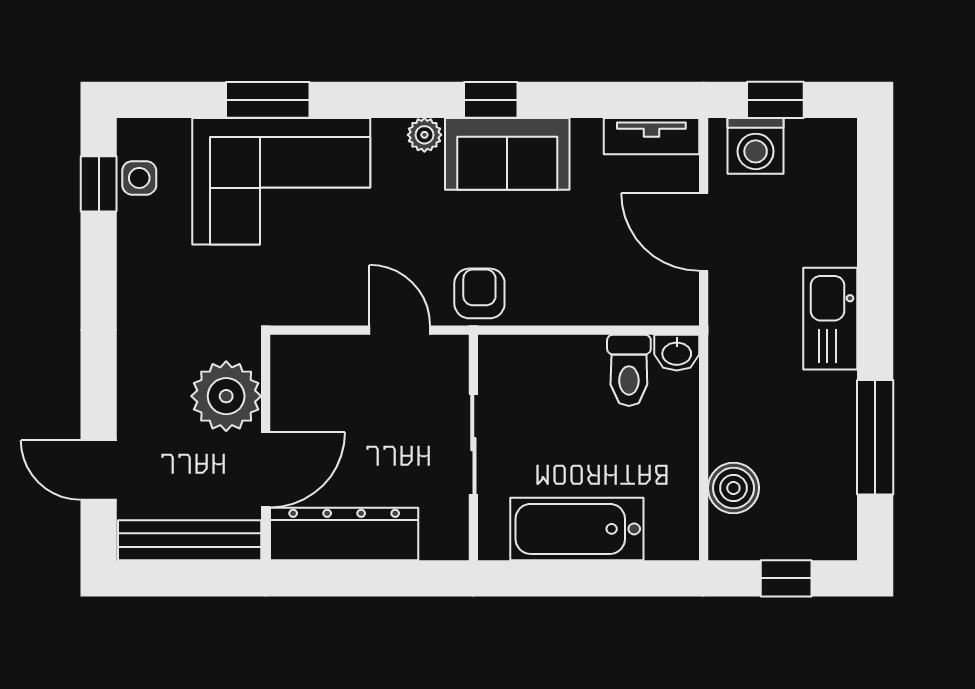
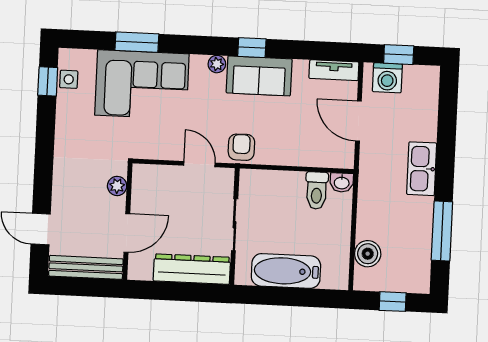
plant: (226, 396) -> (117, 186), width x0.53, depth x0.53
dresser: (344, 534) -> (192, 269), moved

